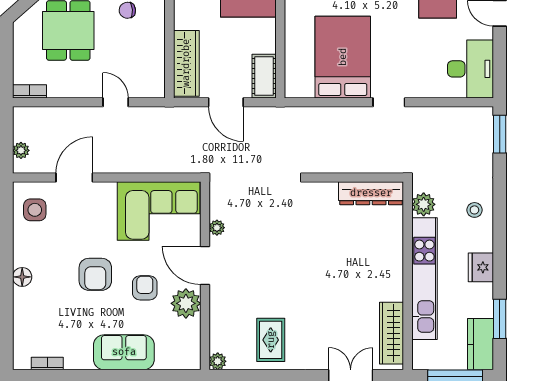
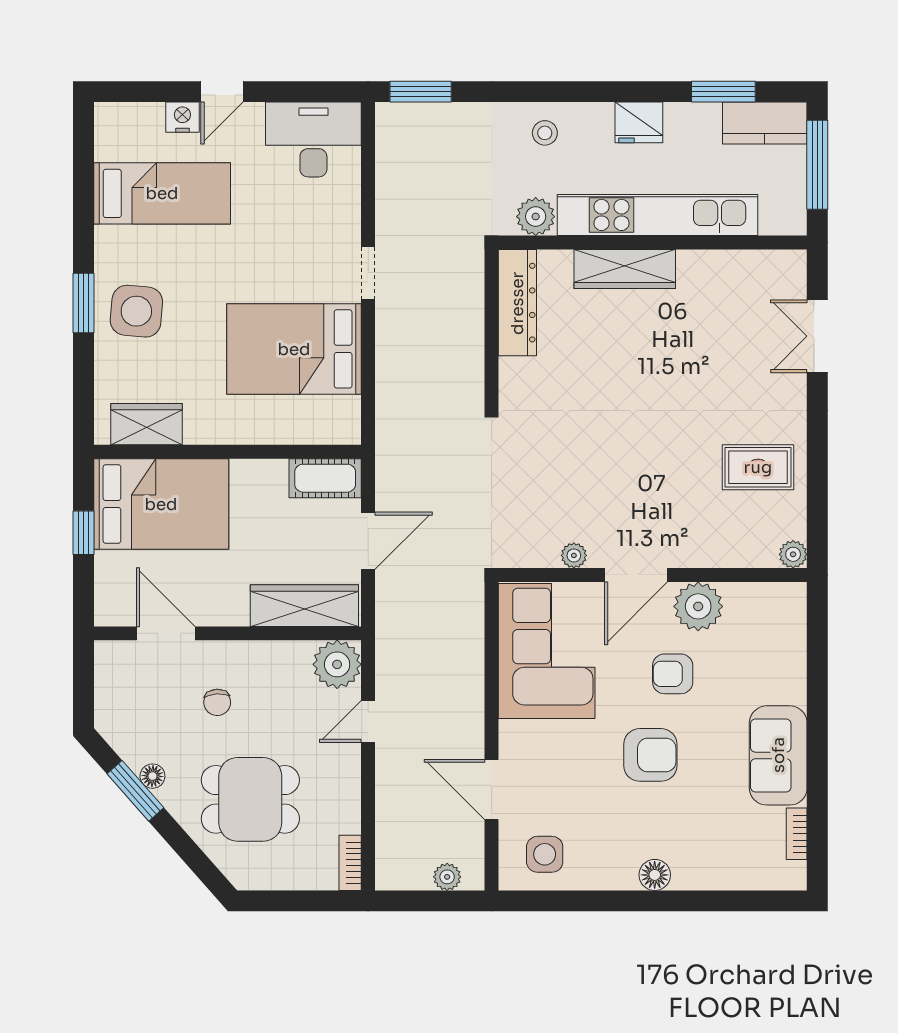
plant: (150, 83) -> (337, 664), added
wardrobe: (392, 333) -> (625, 269), moved
sofa: (124, 352) -> (778, 755), moved

